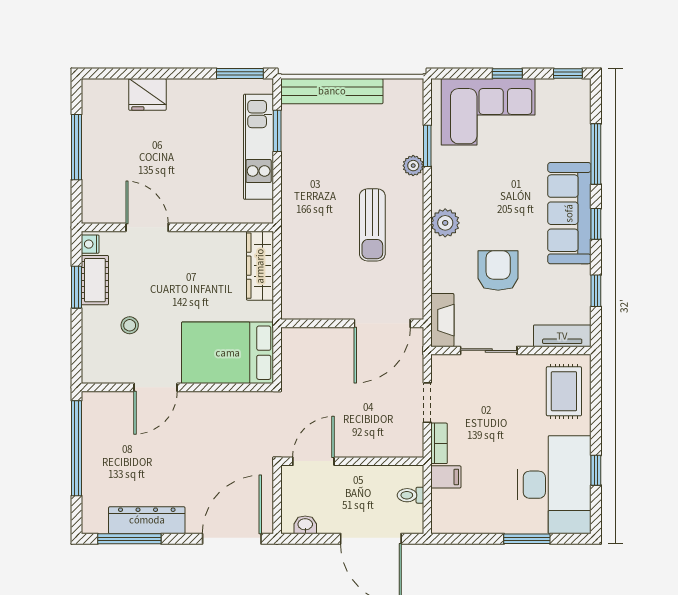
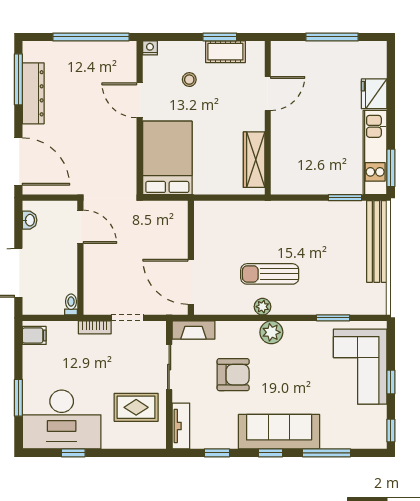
kitchen unit: (259, 147) -> (375, 152), moved, turned -90
plant: (413, 166) -> (263, 307), moved
nightstand: (90, 244) -> (150, 48), moved
wardrobe: (260, 266) -> (254, 160), moved, turned -90
rug: (564, 391) -> (136, 407), moved
filing cabinet: (446, 477) -> (34, 335), moved, turned -90
toilet: (410, 495) -> (71, 304), moved

